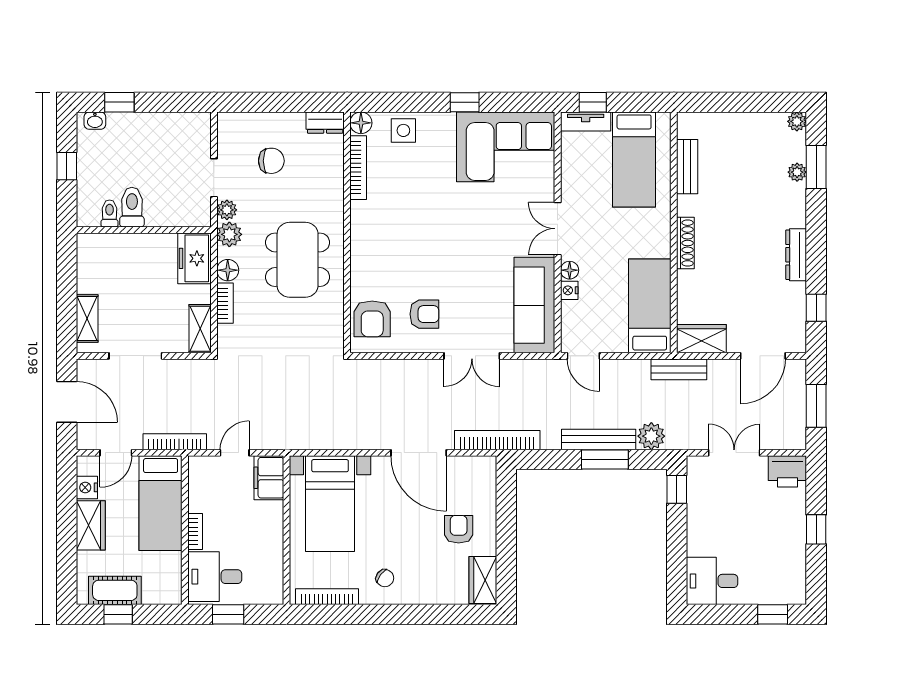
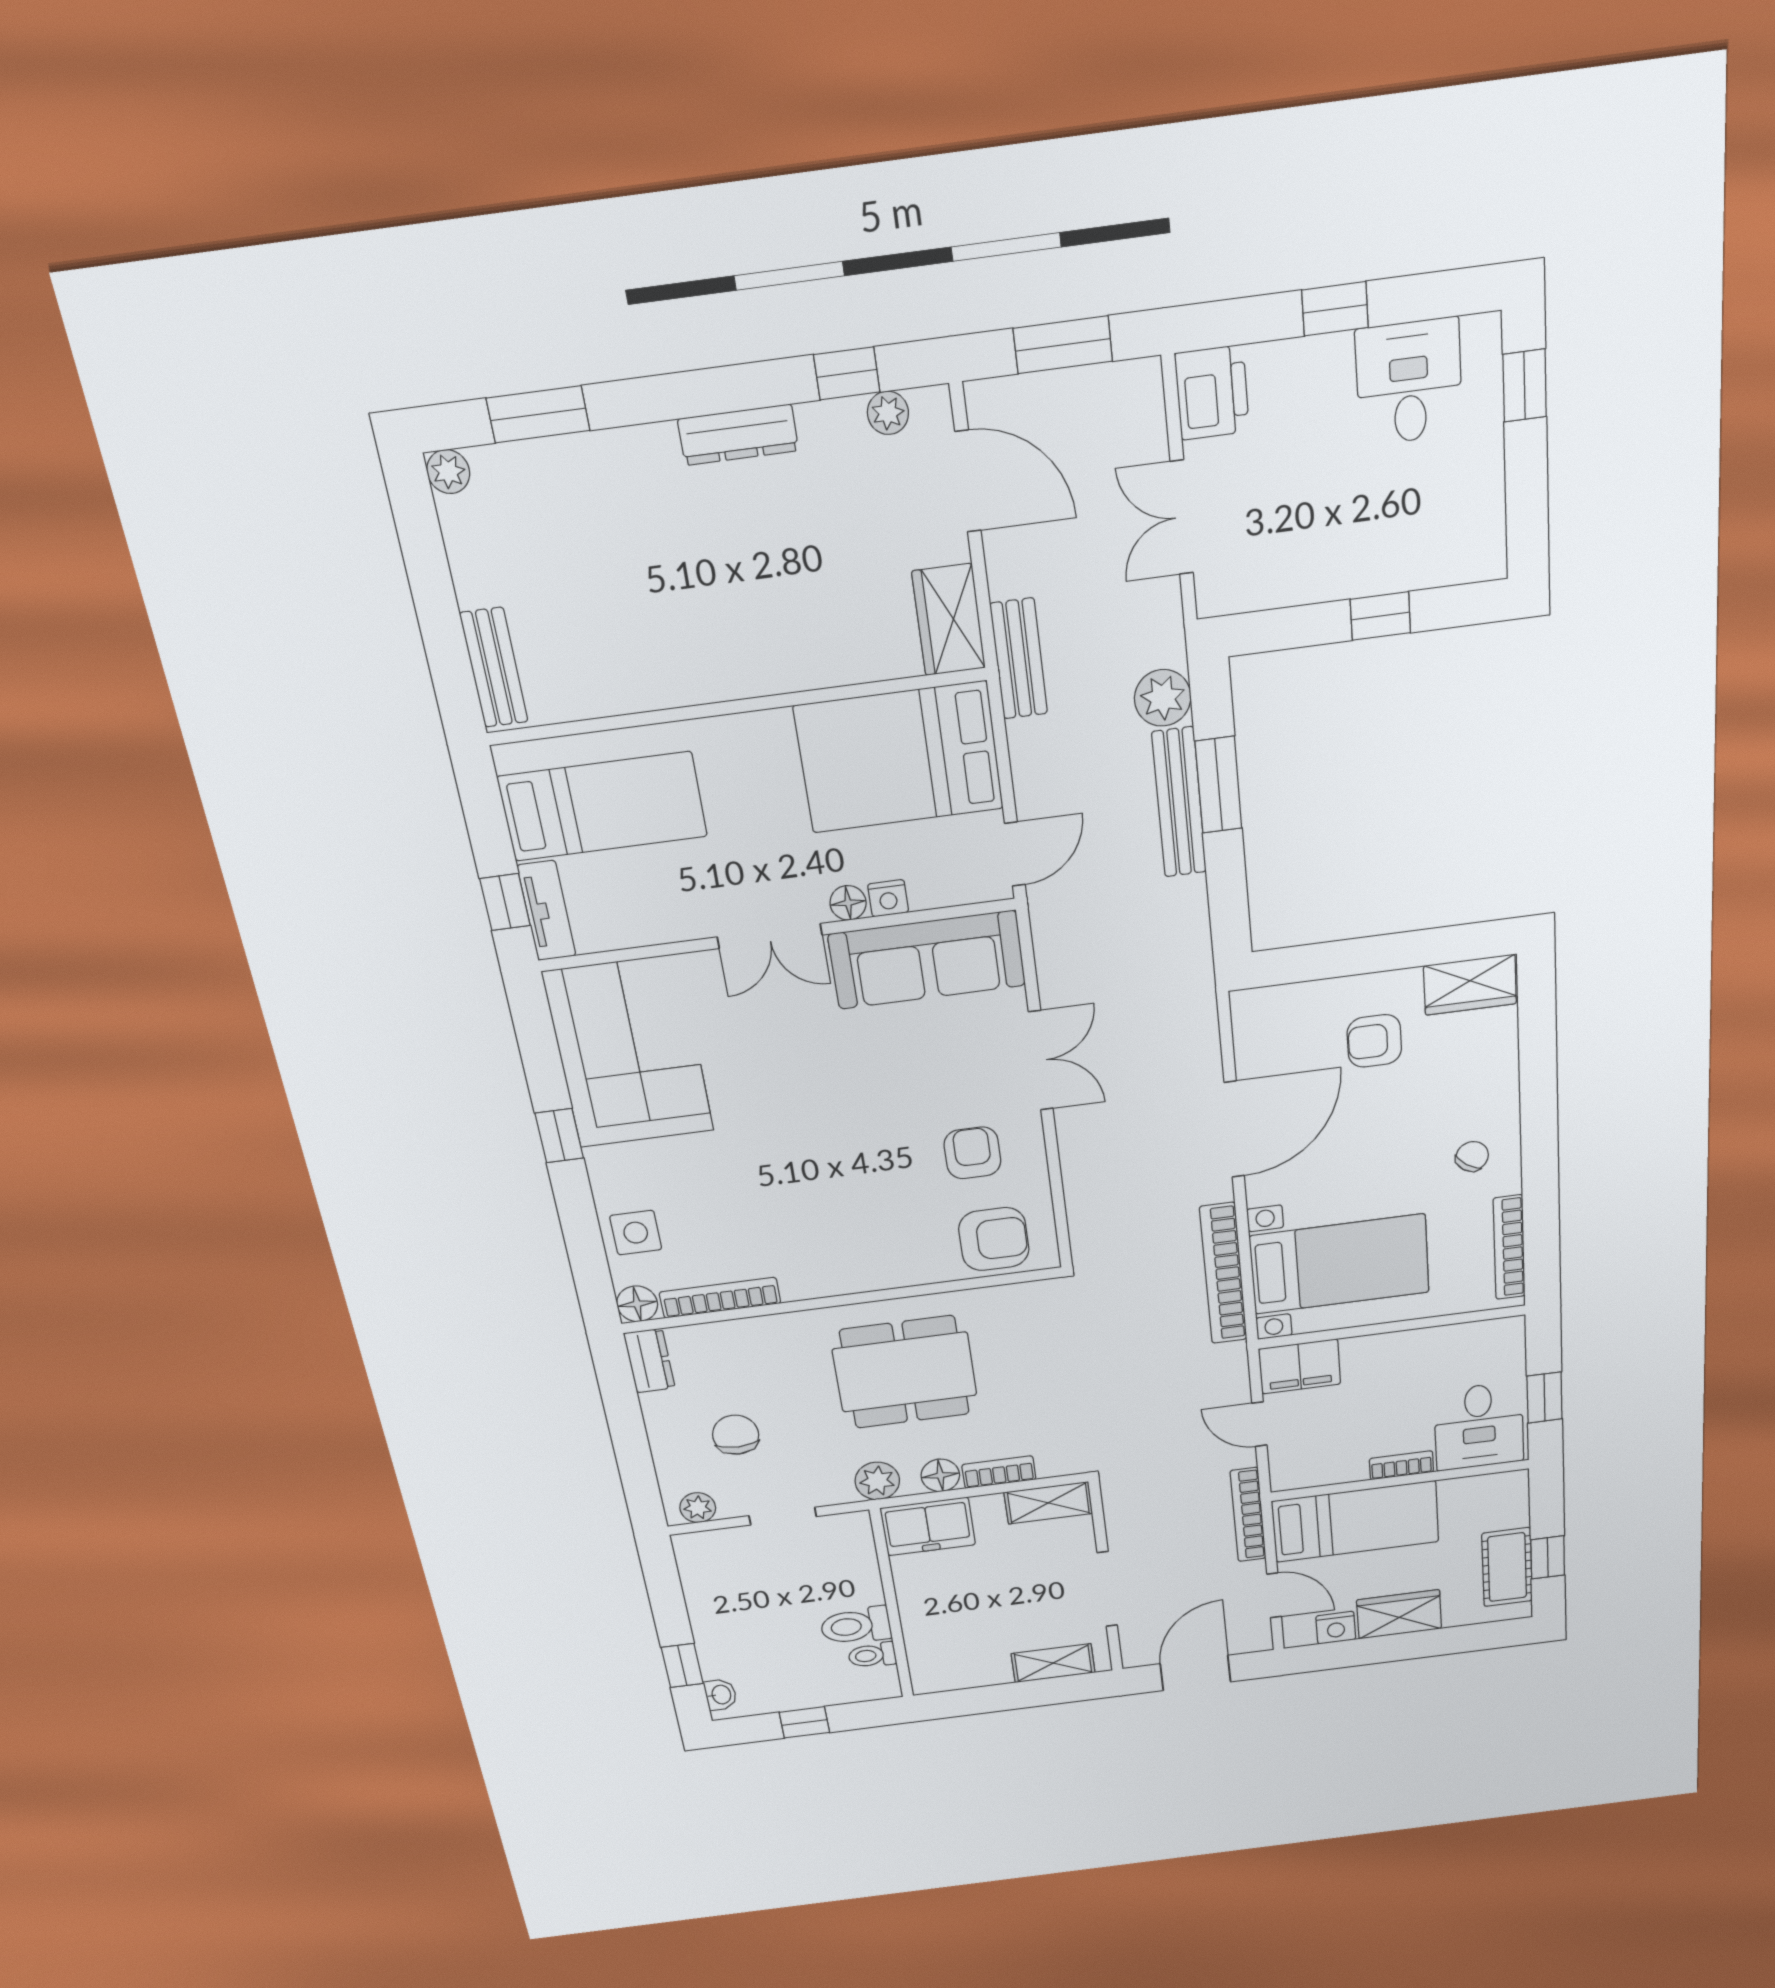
bench: (687, 167) -> (494, 668), moved, turned 90
plant: (797, 172) -> (888, 413), moved
plant: (227, 210) -> (698, 1508), moved
shoe rack: (685, 243) -> (754, 680), removed
bed: (650, 306) -> (899, 757), width x1.50
bookcase: (497, 440) -> (1223, 1274), moved
window: (677, 489) -> (1380, 616), moved
desk: (712, 581) -> (1409, 382), moved, turned 180

